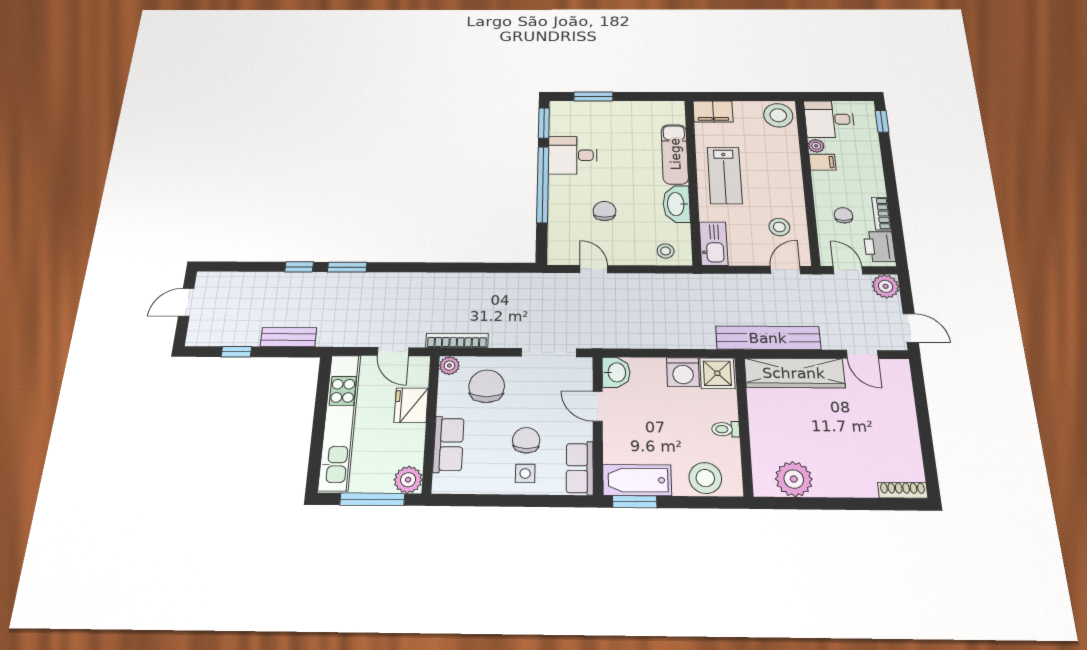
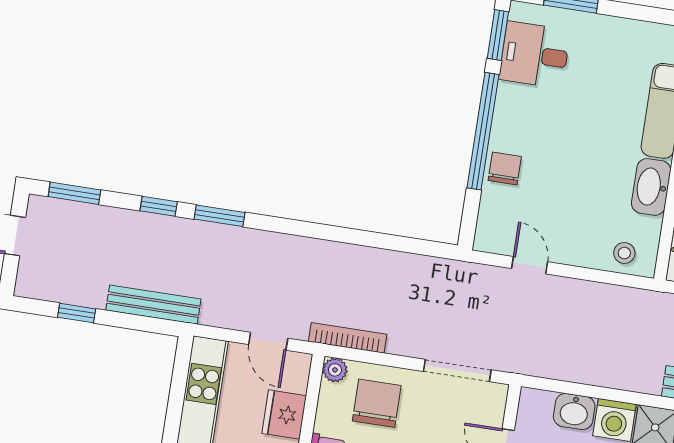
desk: (573, 155) -> (535, 55), moved
chair: (604, 211) -> (505, 168), moved
window: (233, 267) -> (74, 193), added
bench: (288, 337) -> (153, 305), width x1.36
washbasin: (616, 372) -> (574, 411), moved, turned 90

